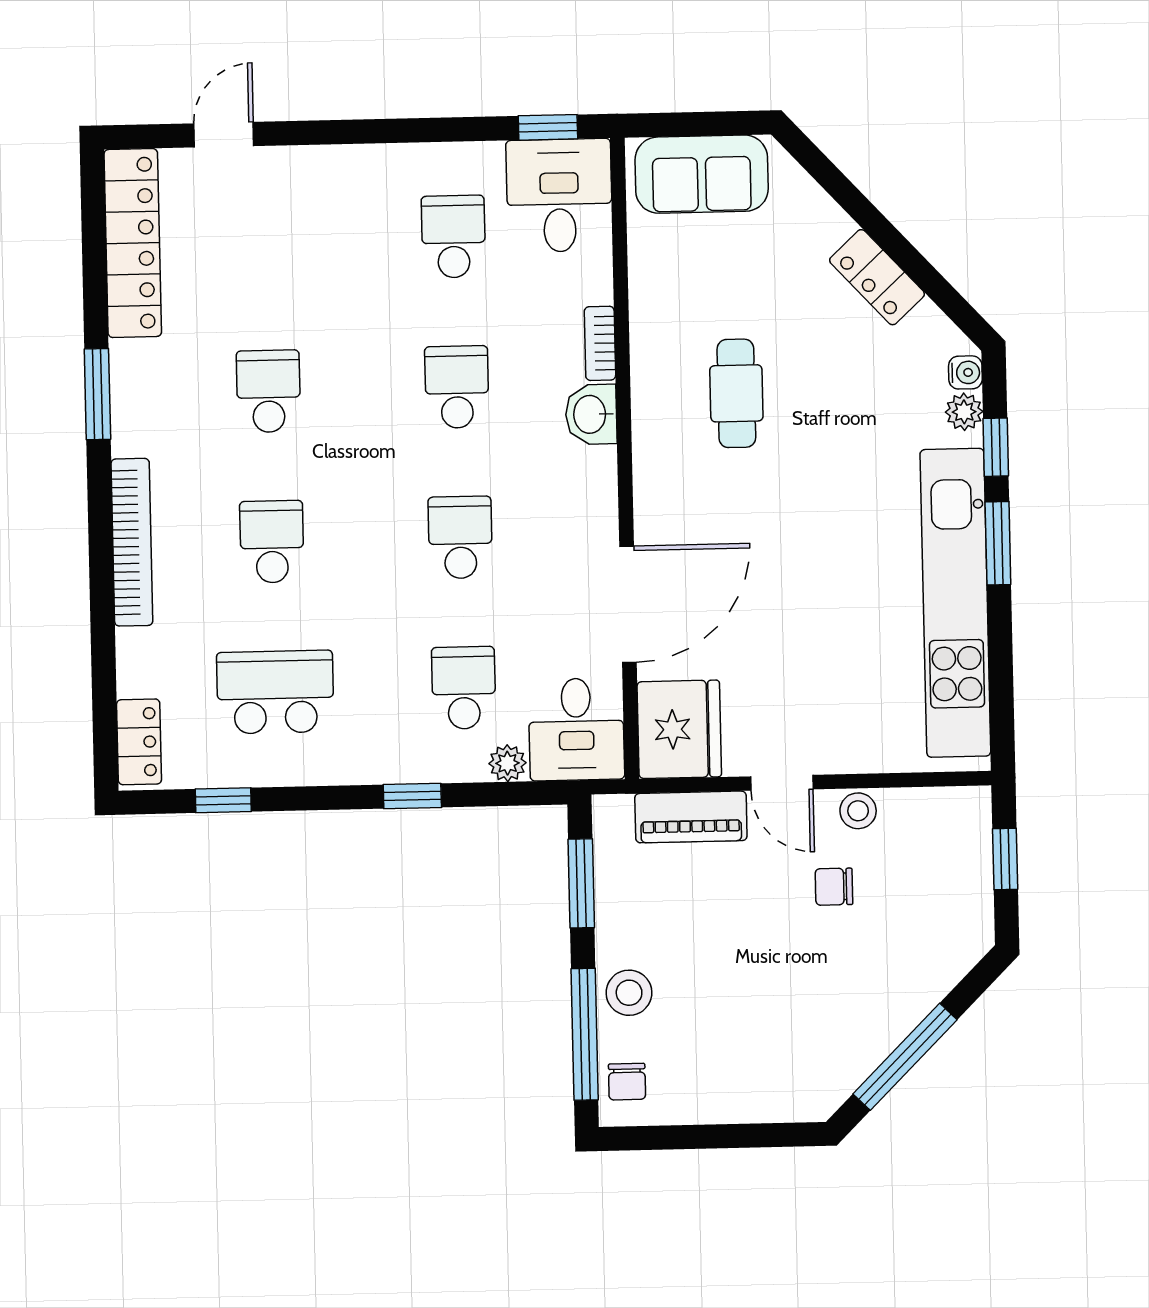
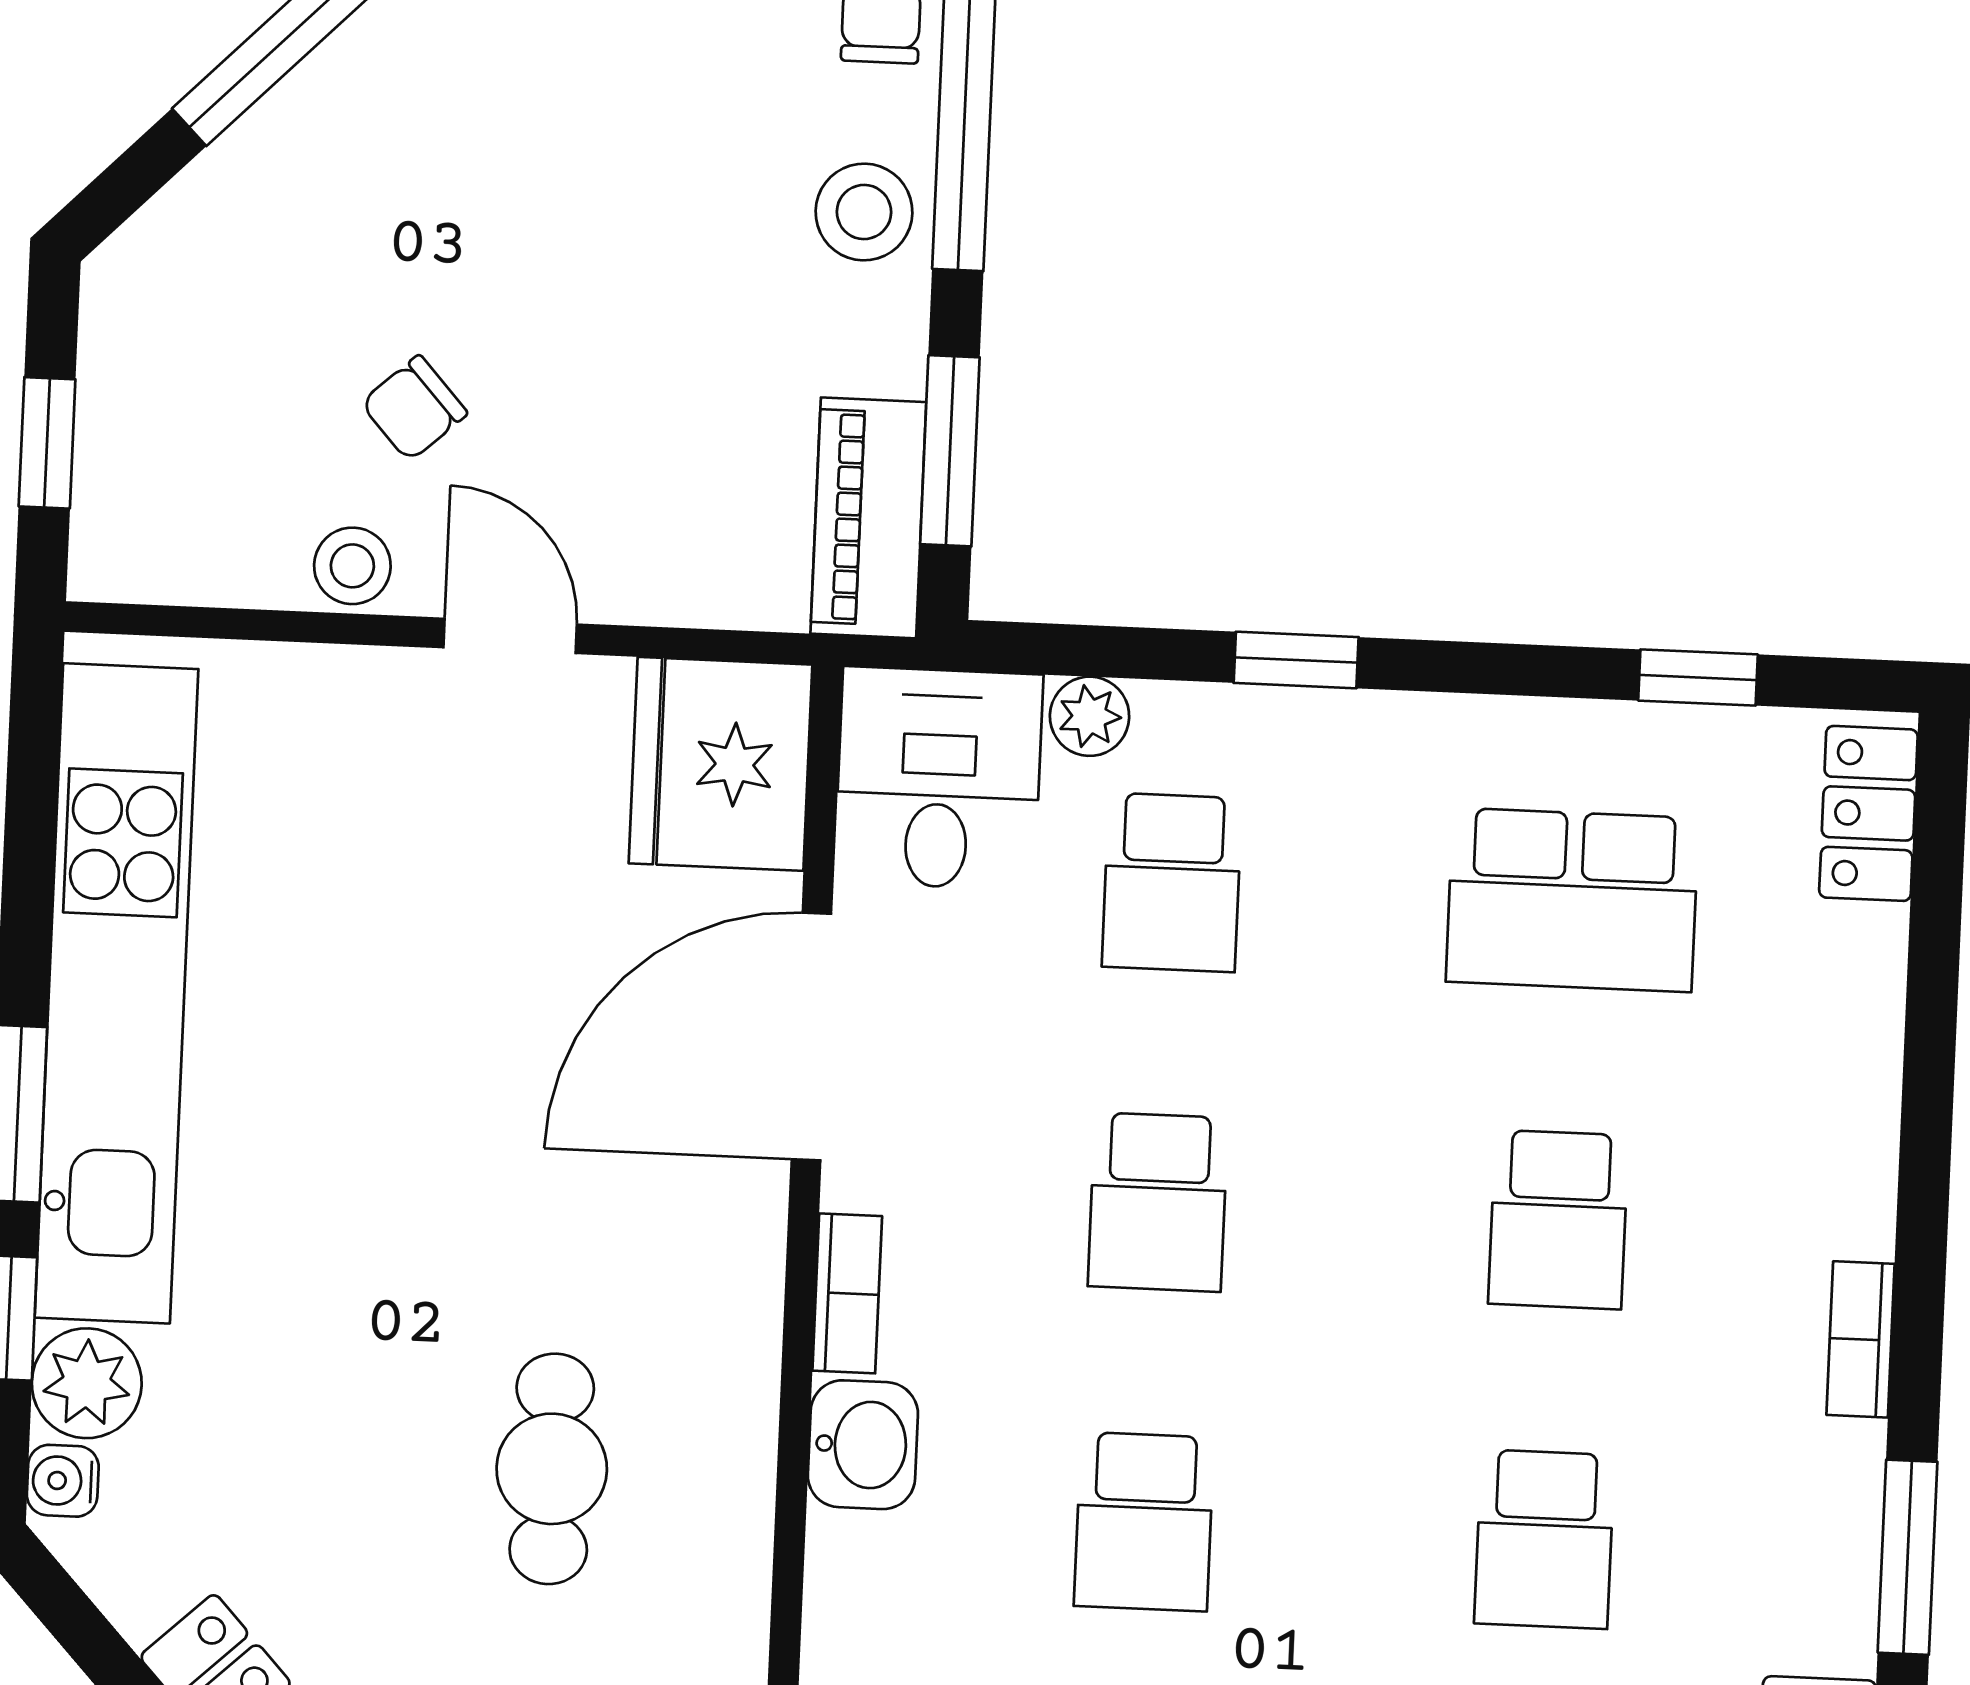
bookcase: (600, 343) -> (847, 1293), moved
plant: (964, 412) -> (87, 1383), width x1.38, depth x1.38
bookcase: (132, 542) -> (1861, 1339), width x0.43, depth x0.76
piano: (691, 817) -> (868, 518), moved, turned -90
chair: (834, 887) -> (414, 408), turned 138

